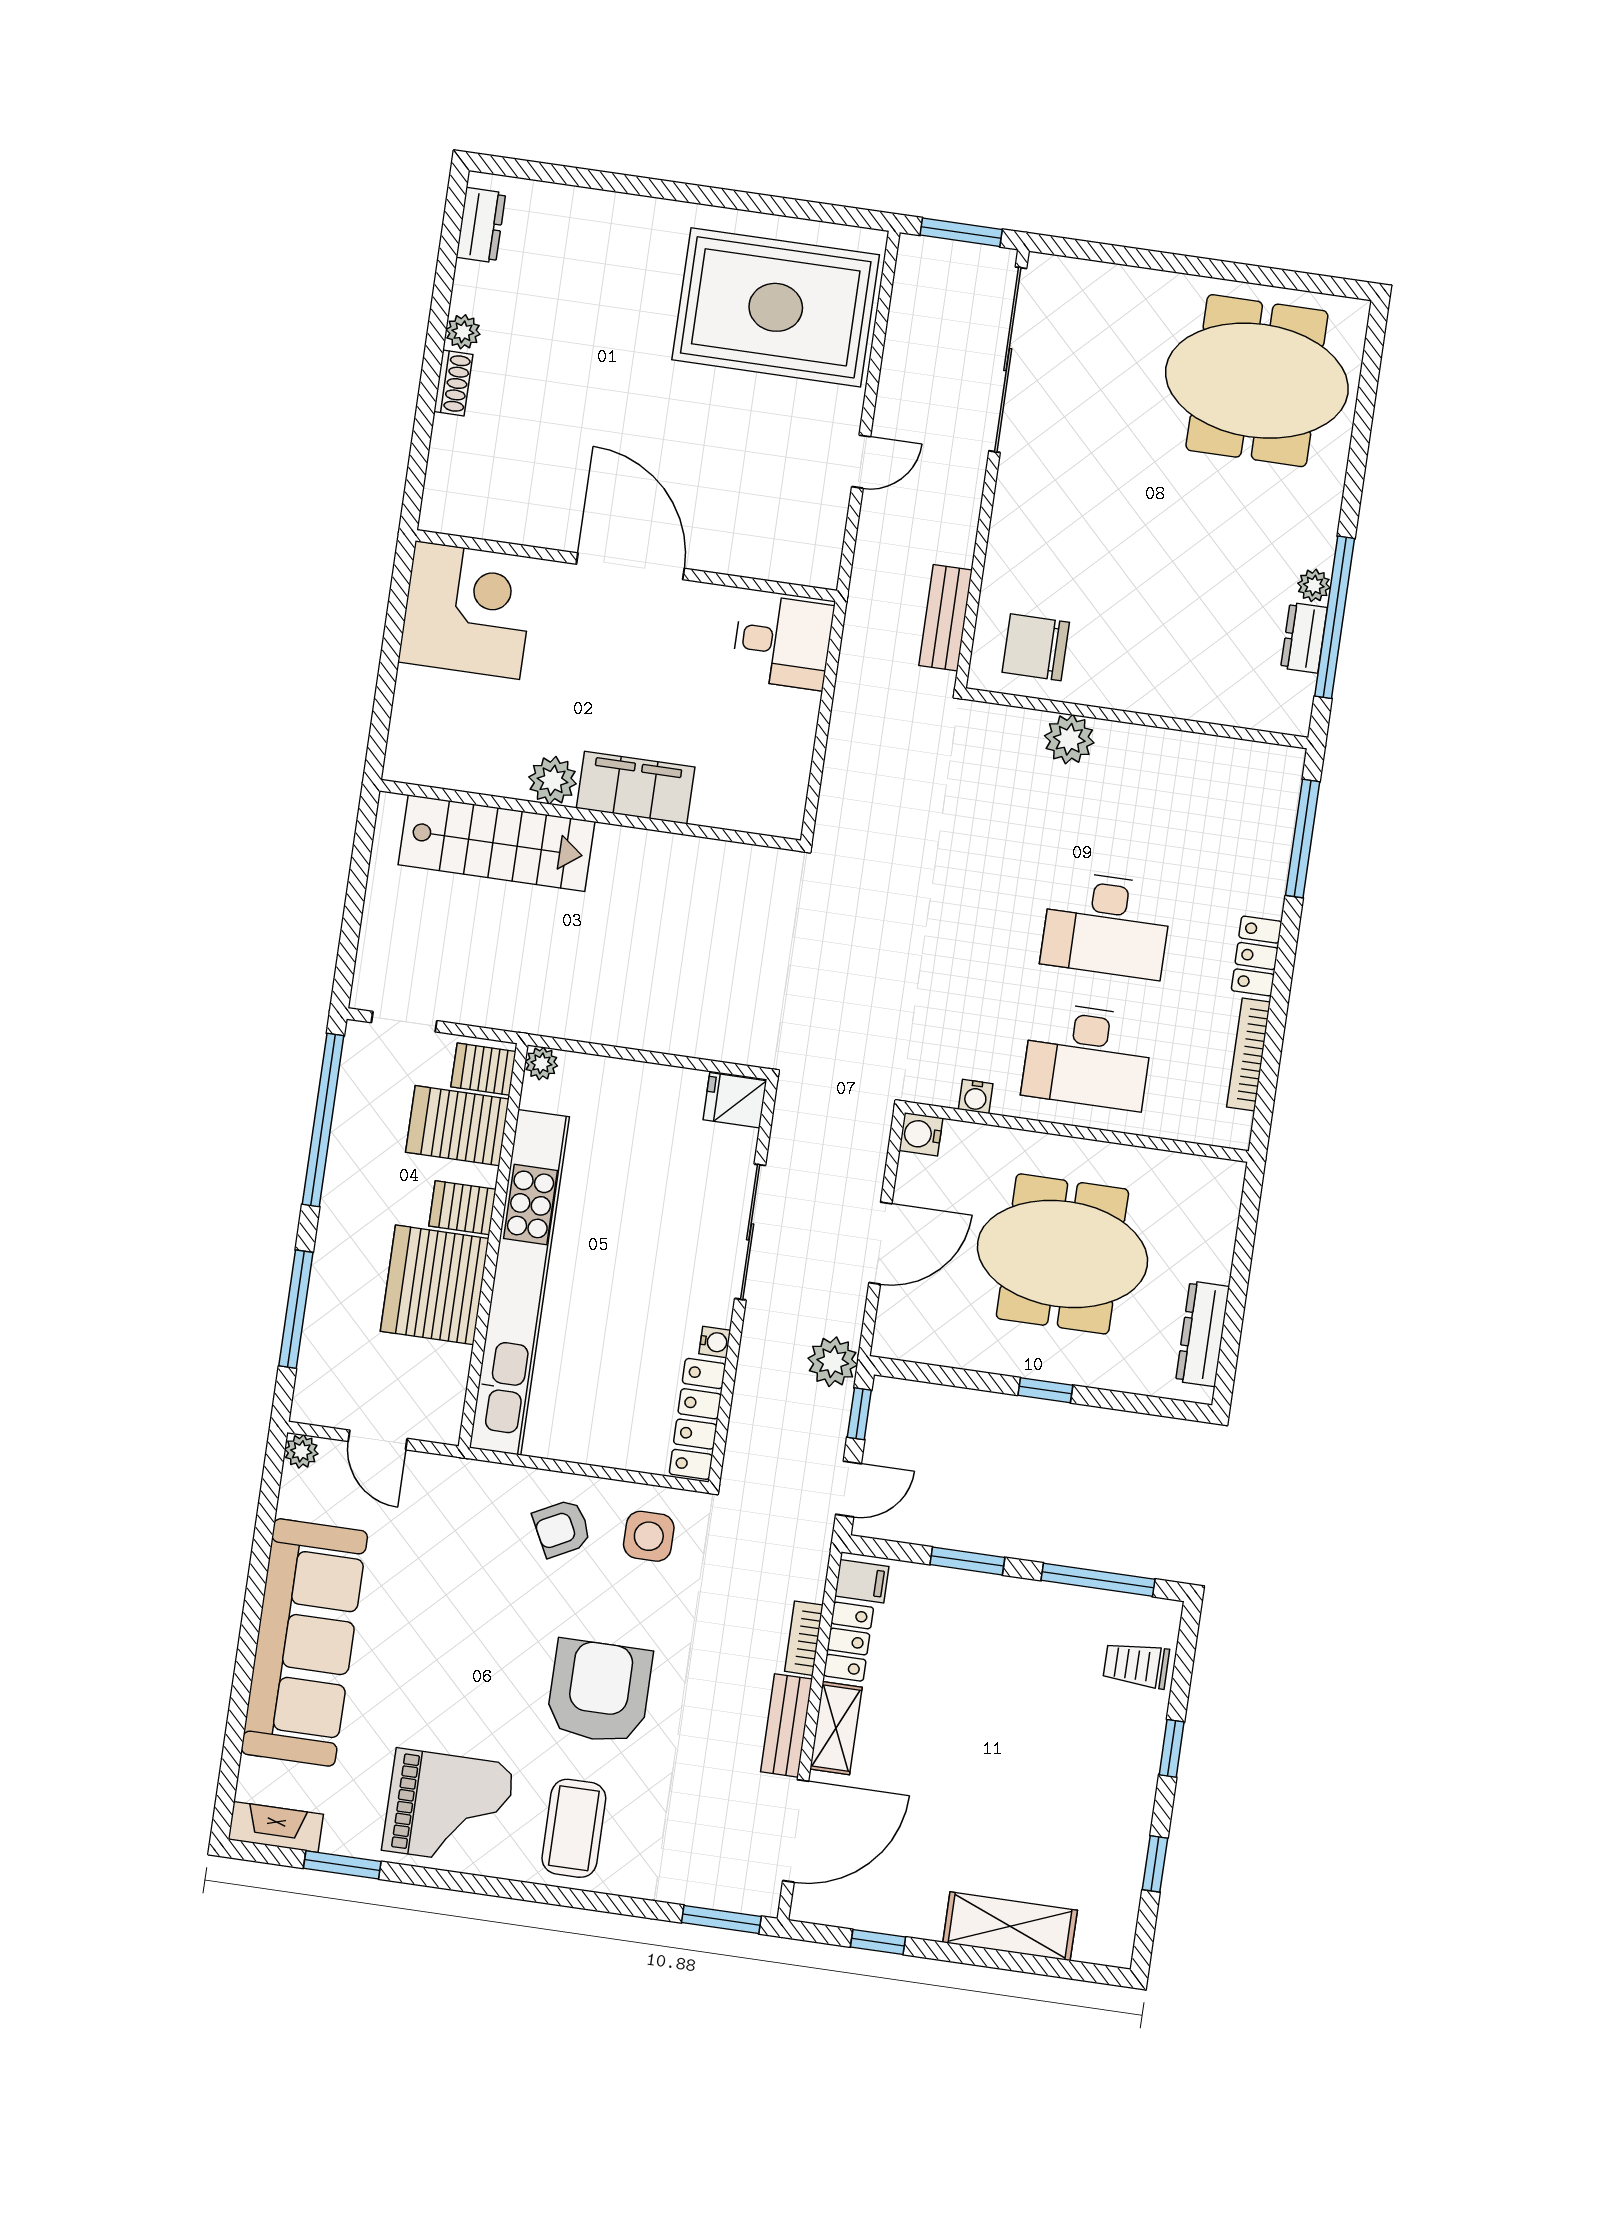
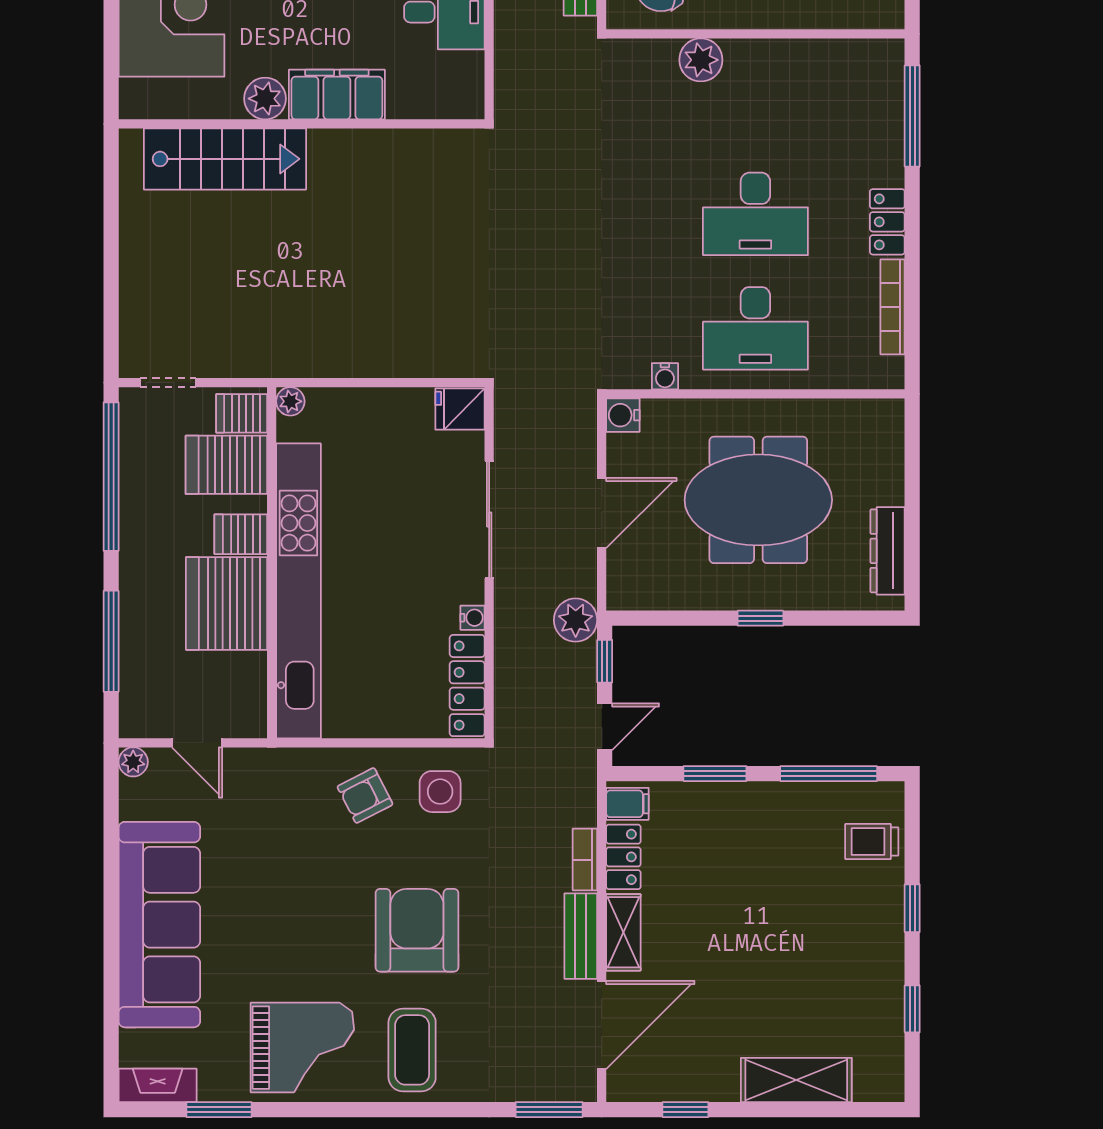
plant: (553, 780) -> (265, 99), moved
filing cabinet: (636, 788) -> (337, 94), moved
wall: (590, 816) -> (302, 124), moved
stairs: (496, 843) -> (225, 159), moved

